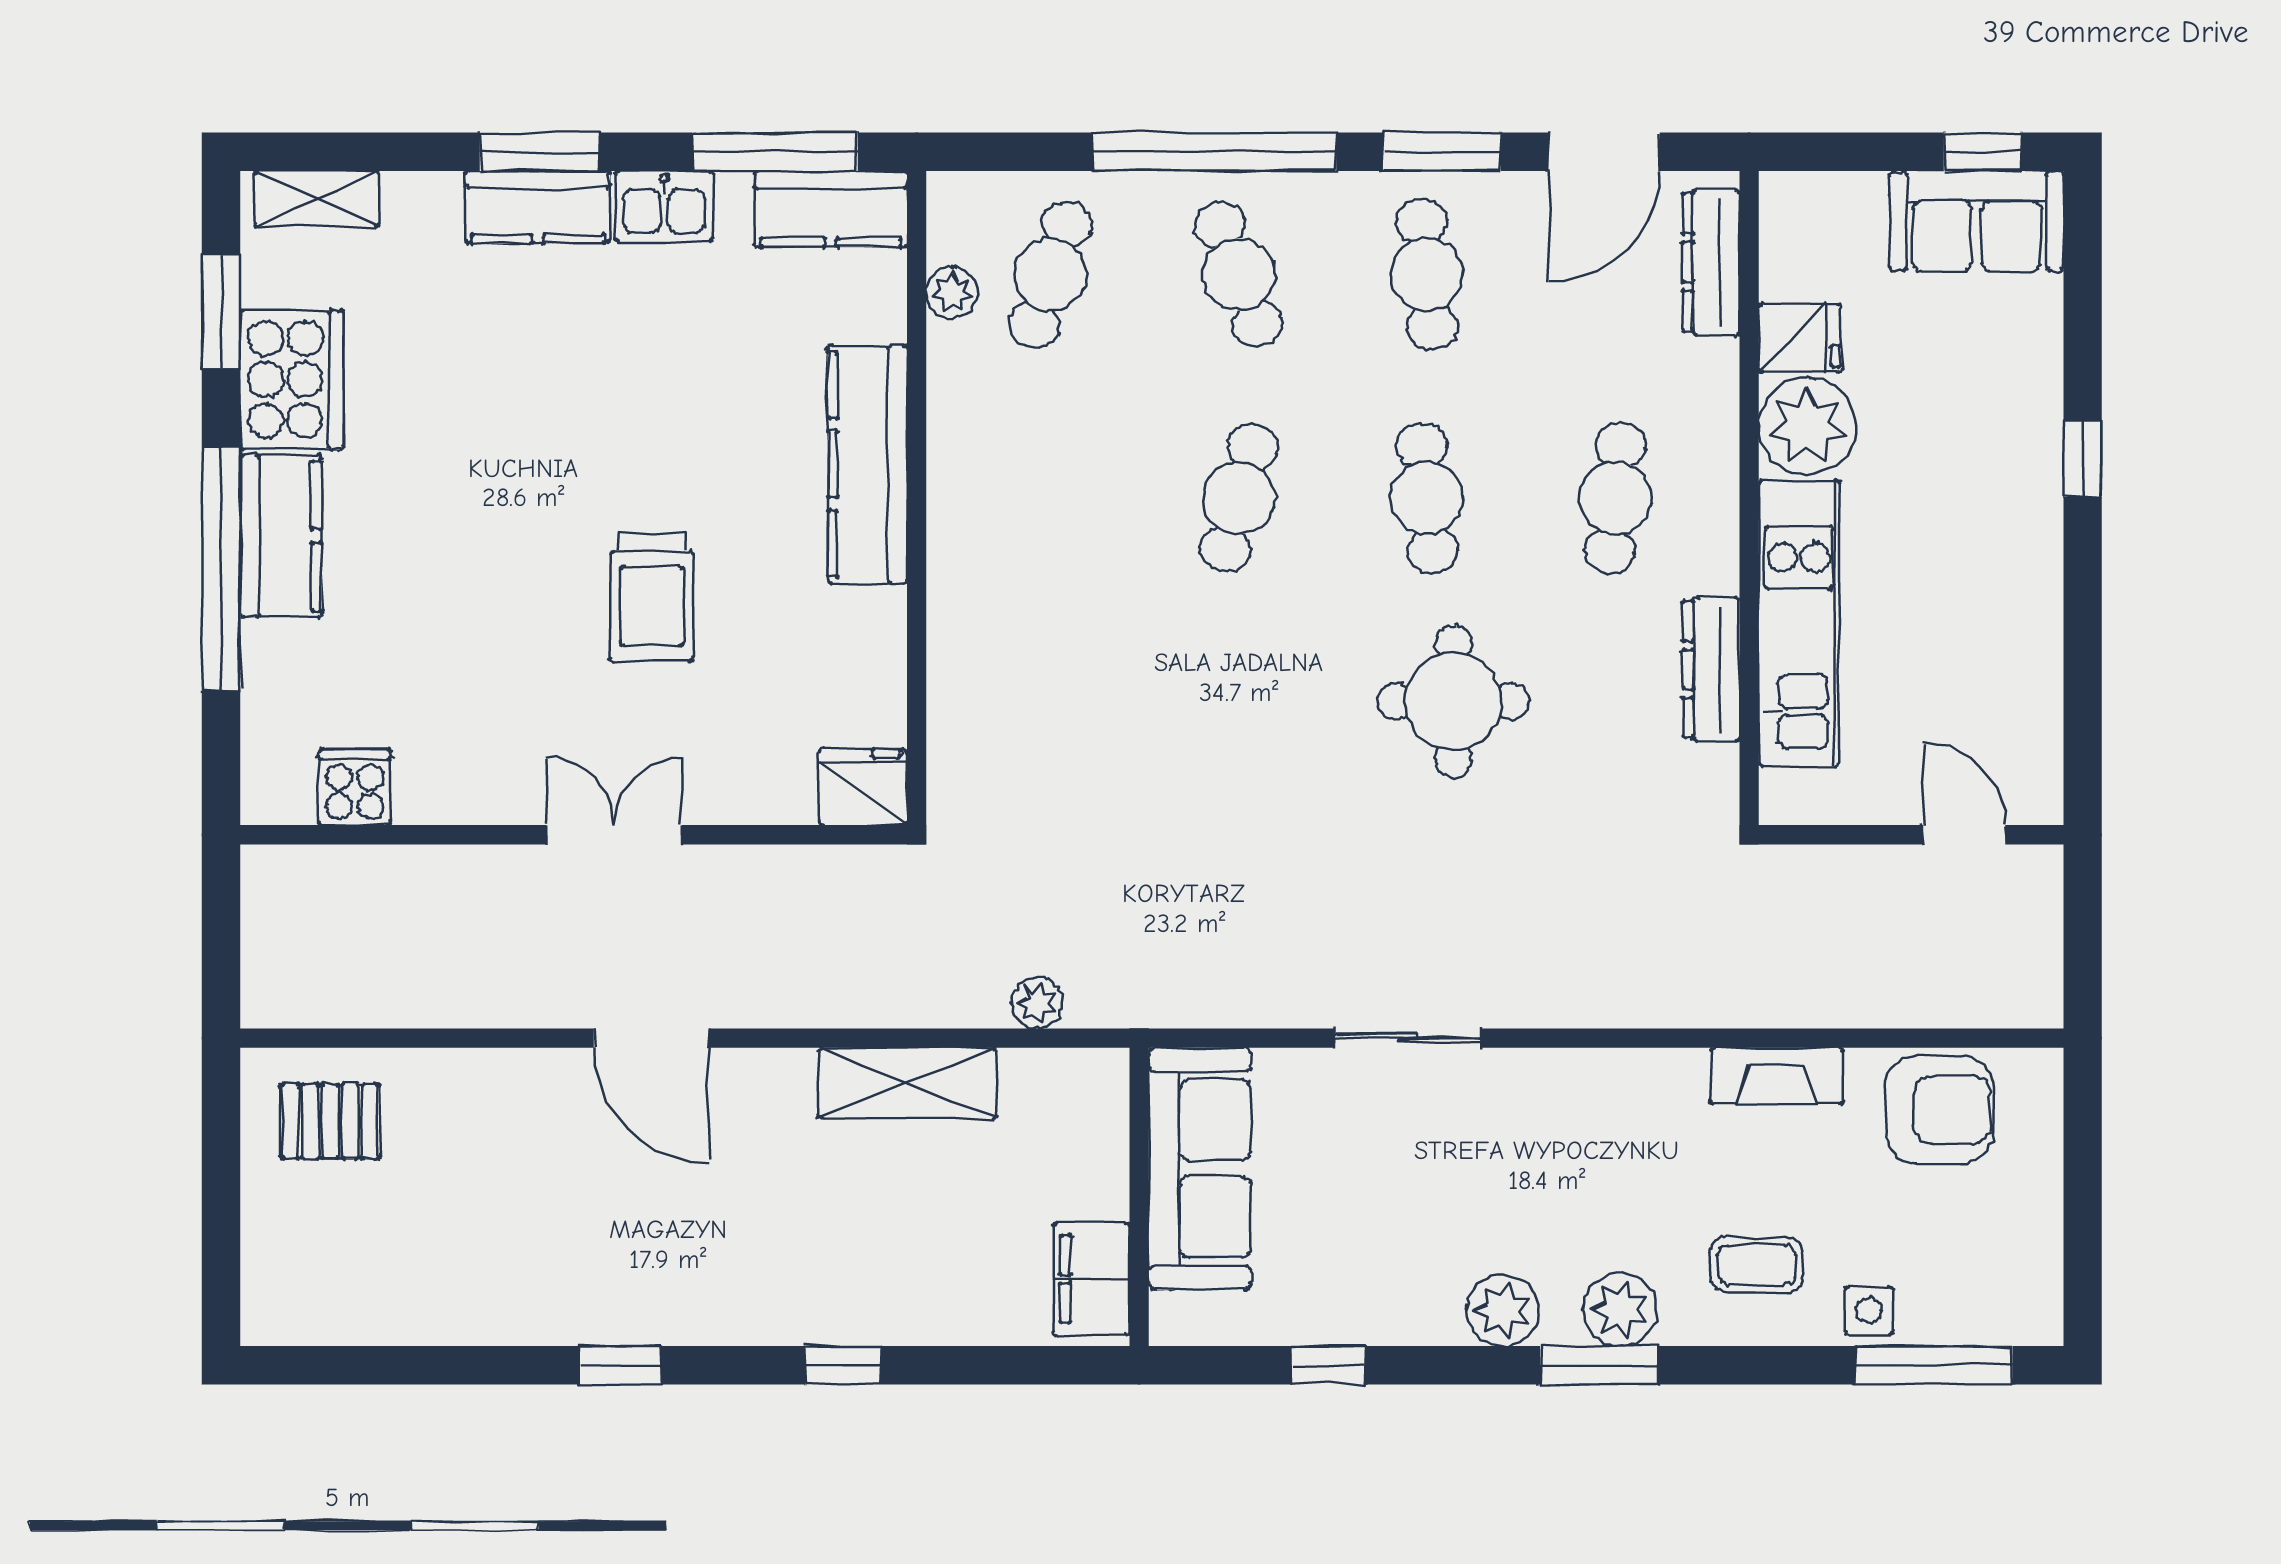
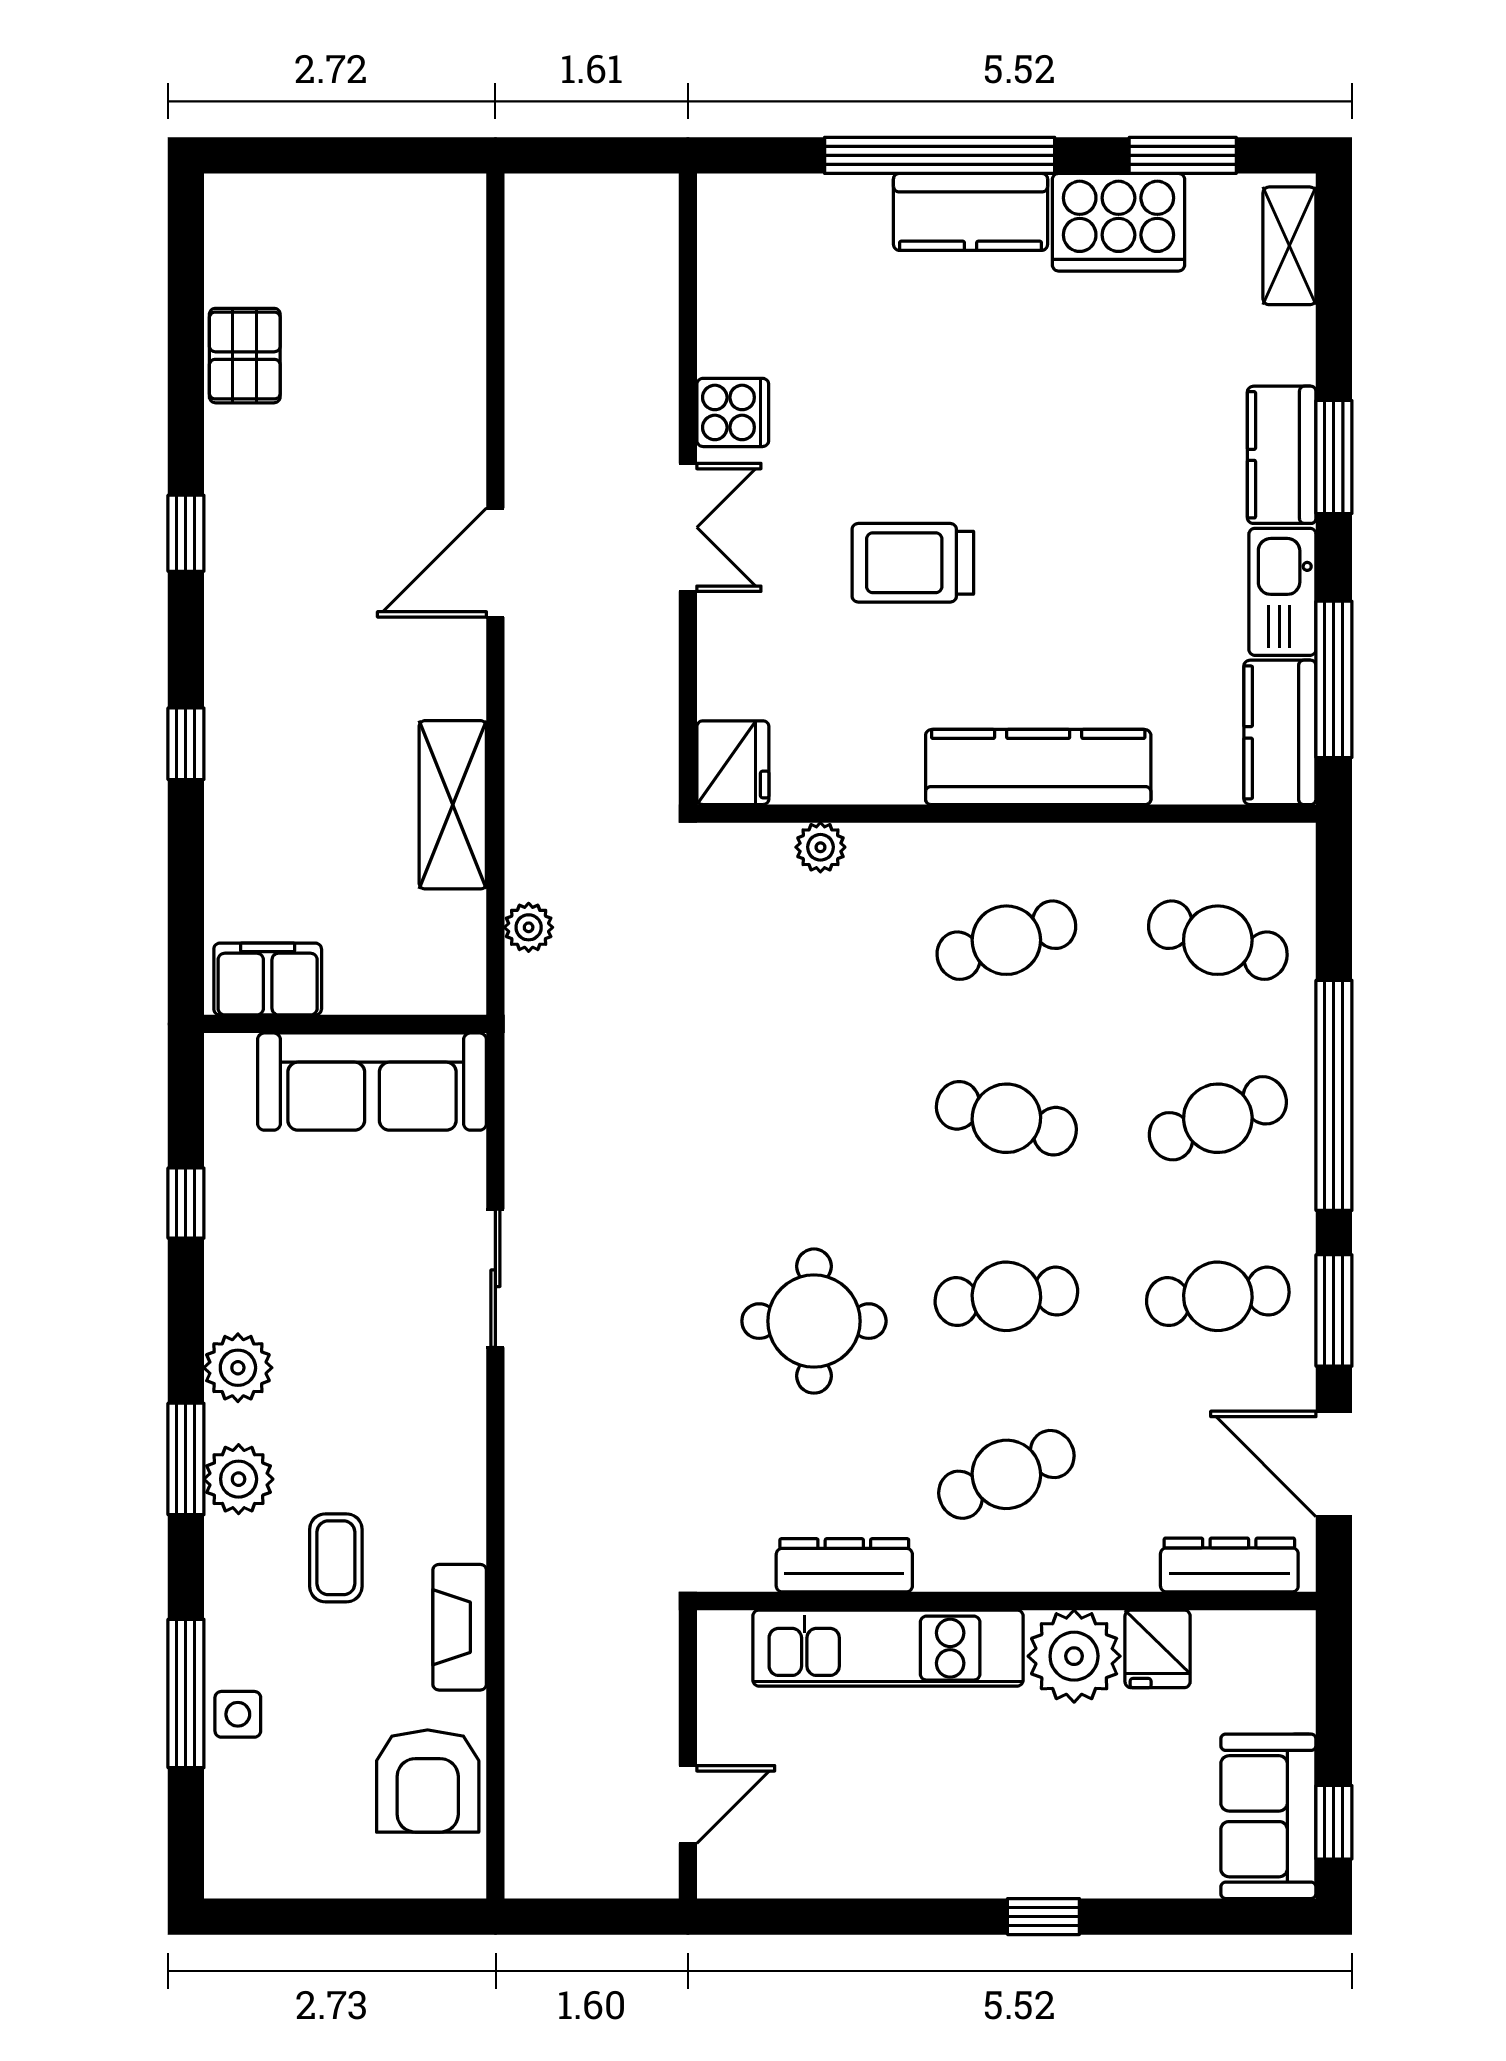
kitchen sink: (664, 206) -> (1282, 592), width x1.38
plant: (952, 293) -> (820, 847), moved
cafe table: (1051, 498) -> (1006, 940), added
cafe table: (1615, 498) -> (1006, 1474), turned -30
cooker: (355, 787) -> (733, 412), moved
pallet: (330, 1121) -> (245, 356), moved
coffee table: (1756, 1265) -> (336, 1558), moved
window: (1934, 1365) -> (186, 1693), moved

